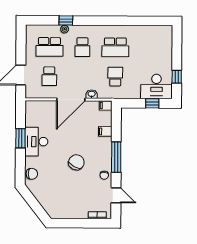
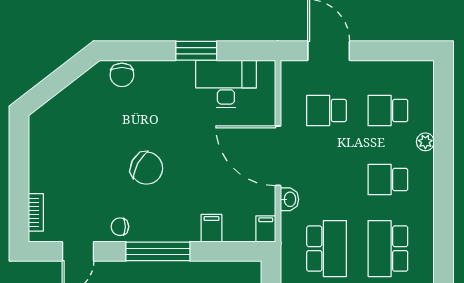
window: (66, 20) -> (444, 145), removed
school desk: (49, 47) -> (388, 110), width x0.54
school desk: (115, 77) -> (327, 249), width x1.85
desk: (36, 142) -> (226, 84), moved

